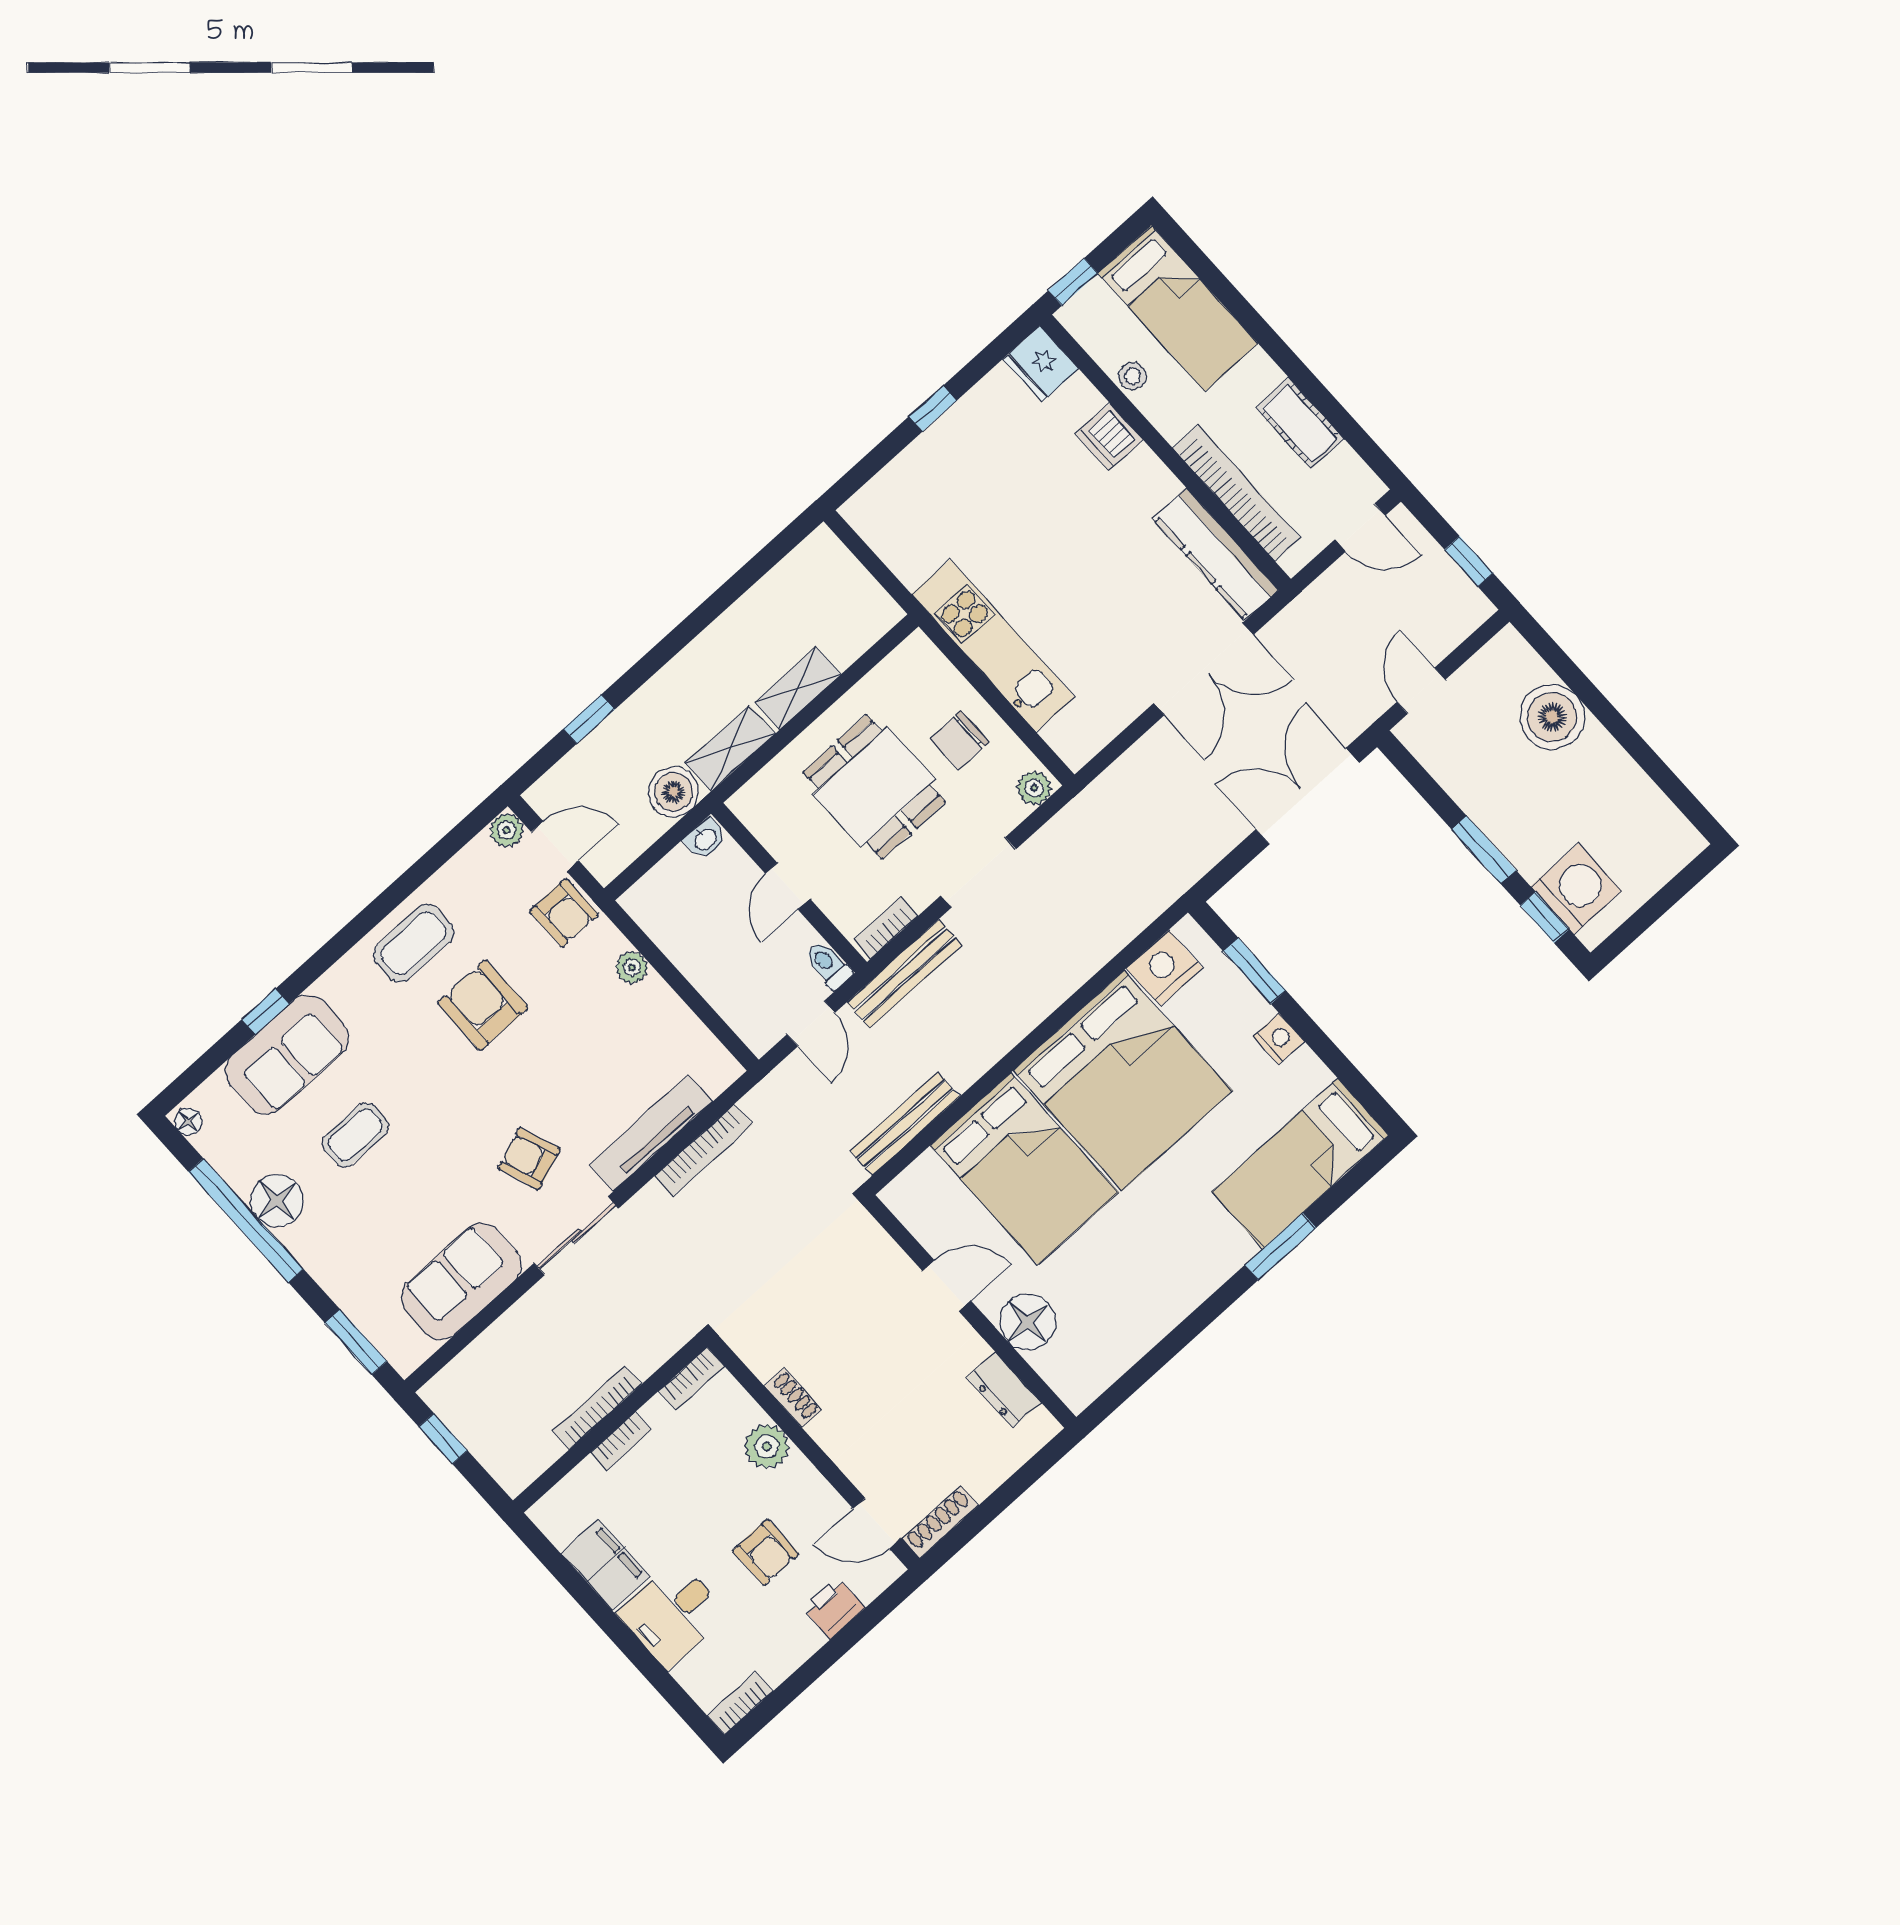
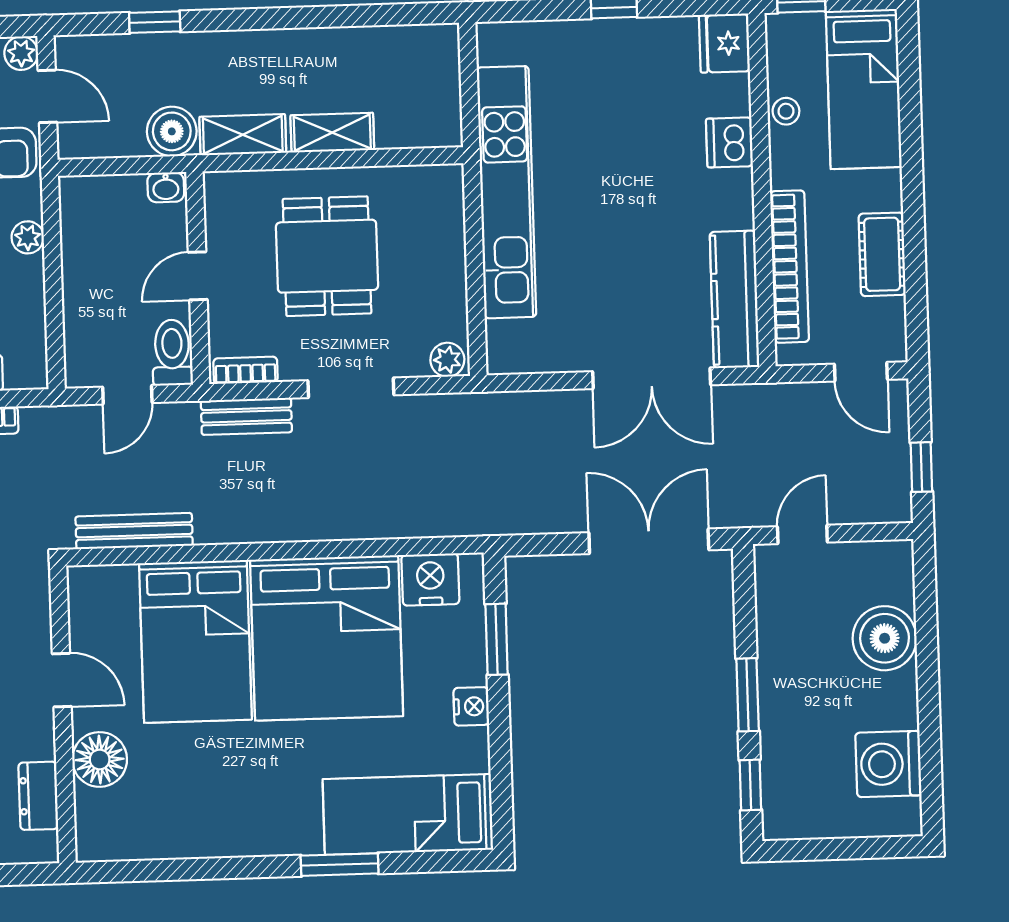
kitchen unit: (993, 646) -> (506, 192), width x1.36
chair: (960, 740) -> (421, 276), removed
washing machine: (1576, 889) -> (888, 764), moved, turned 180
toilet: (828, 965) -> (172, 353), width x1.37, depth x1.39
bench: (904, 974) -> (246, 416), width x0.73

